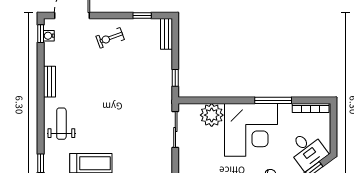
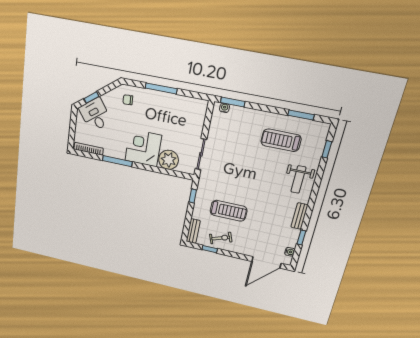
window: (41, 34) -> (301, 237), moved
exercise bike: (110, 38) -> (221, 238), moved
treadmill: (130, 69) -> (228, 211), added
corner desk: (251, 130) -> (143, 148), width x0.74, depth x0.74

